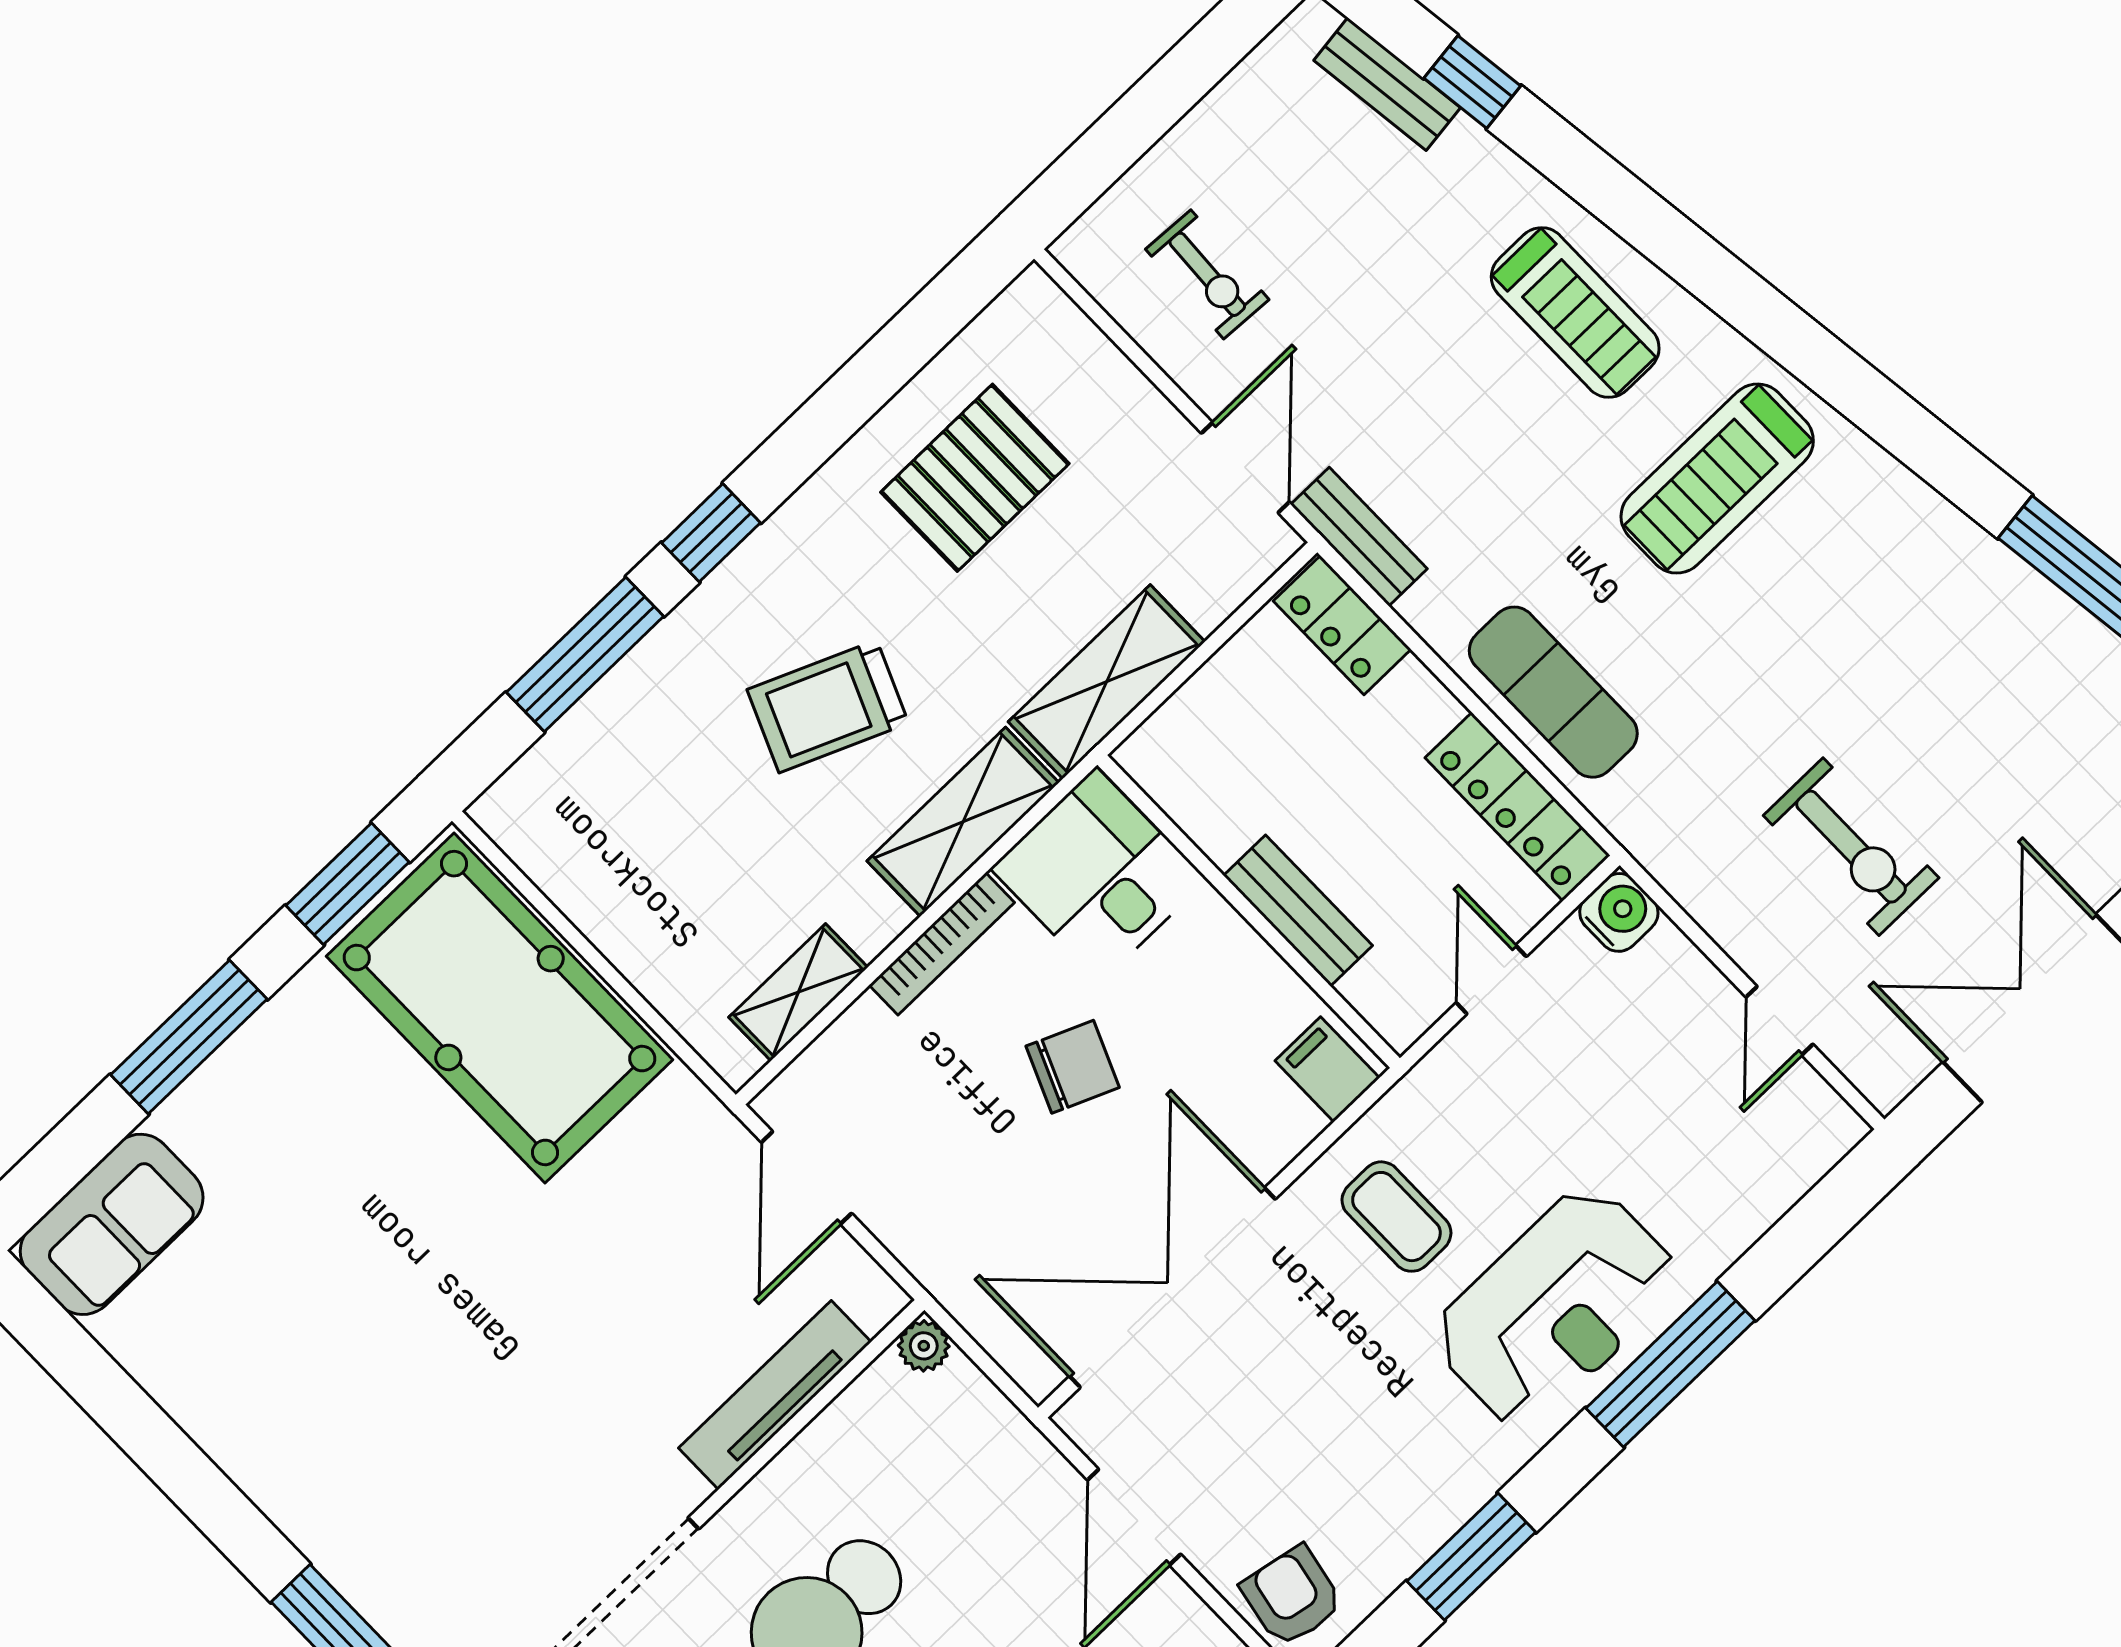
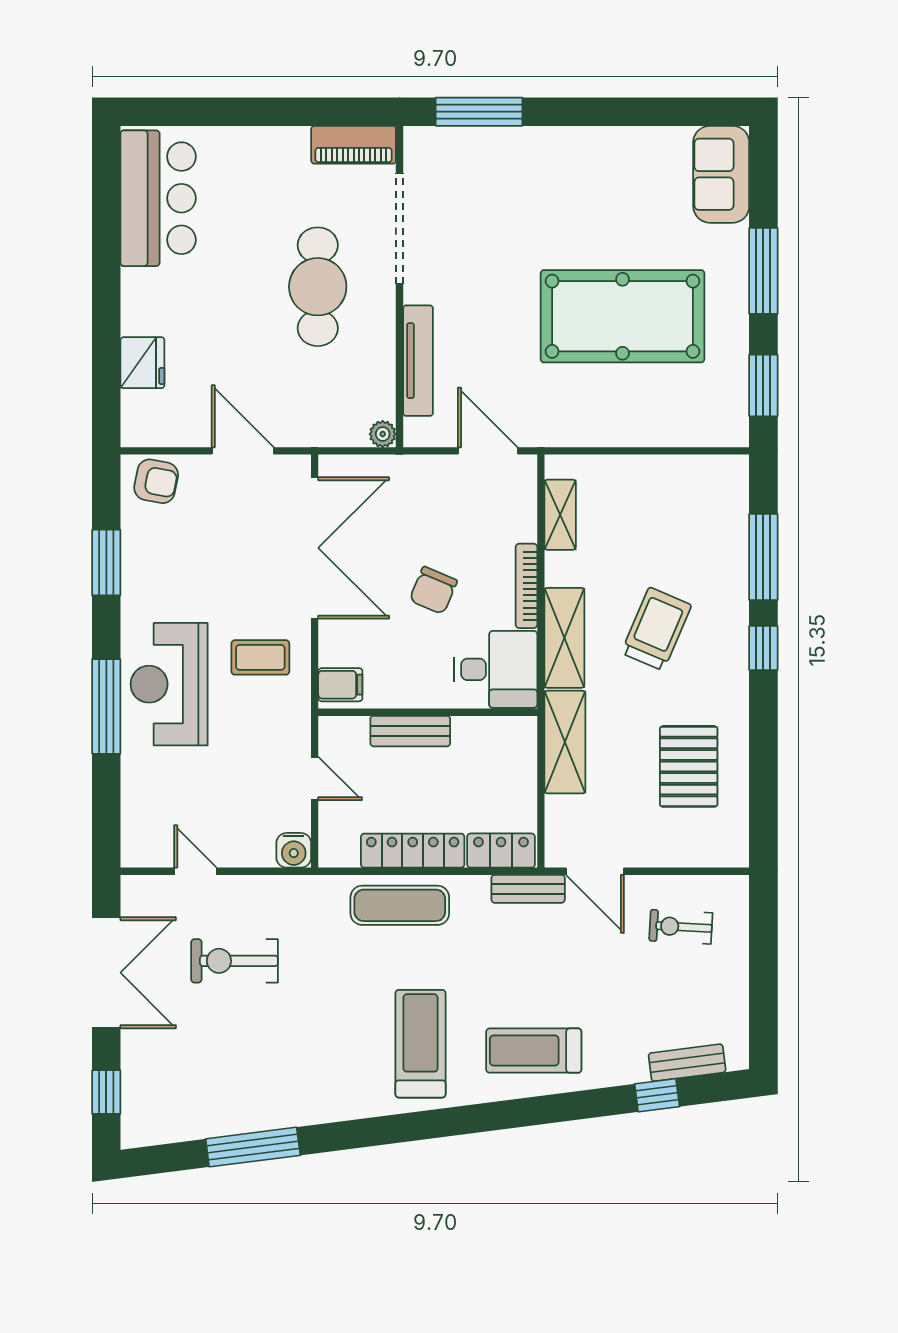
locker: (1518, 807) -> (413, 851), moved
pool table: (500, 1008) -> (623, 316), moved

